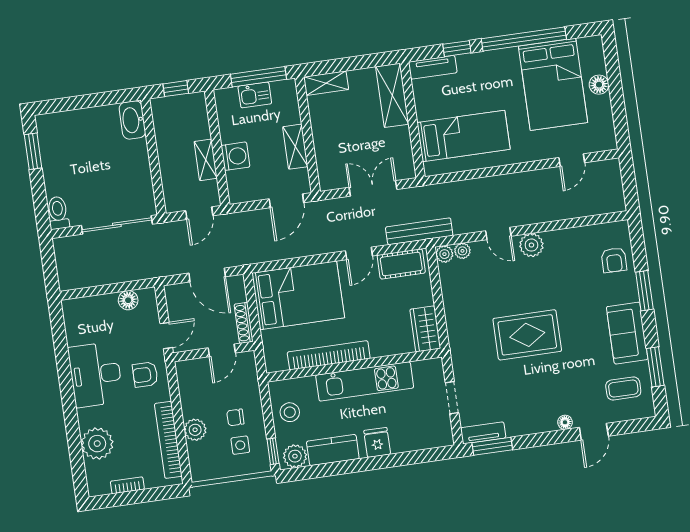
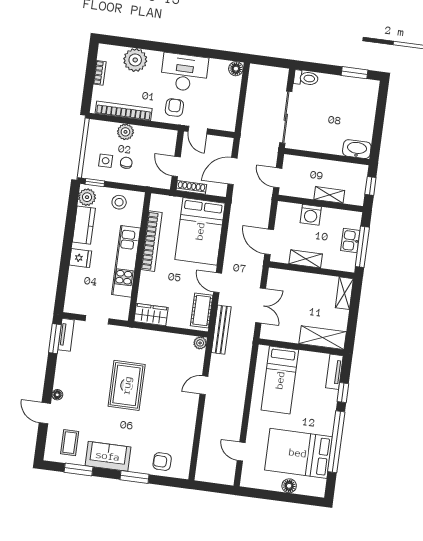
shelving: (206, 160) -> (329, 195), moved
plant: (531, 245) -> (189, 406), removed
plant: (462, 251) -> (199, 356), removed
floor lamp: (128, 300) -> (236, 69), moved

